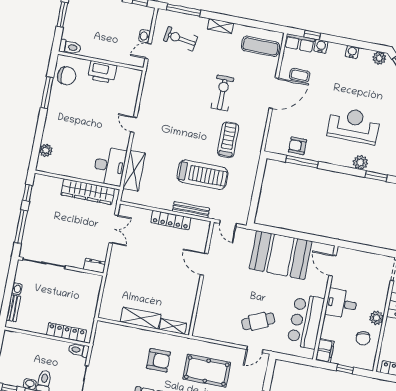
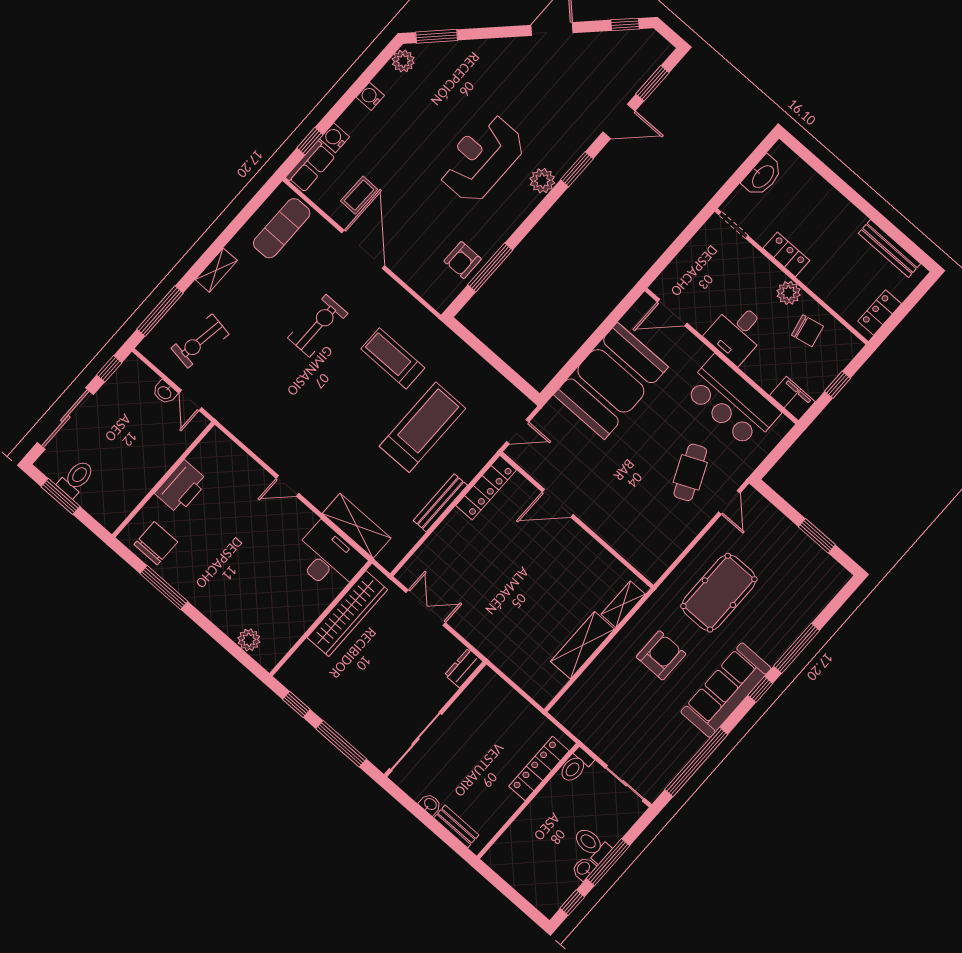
toilet: (70, 47) -> (76, 478), moved
exercise bike: (222, 93) -> (318, 326), turned 90
bench: (191, 210) -> (440, 503), moved
locker: (171, 220) -> (486, 488), moved

